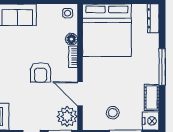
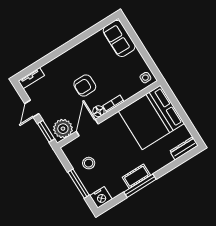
floor lamp: (71, 39) -> (98, 111), moved
window: (162, 67) -> (140, 186), moved
cot: (152, 97) -> (136, 176), moved

